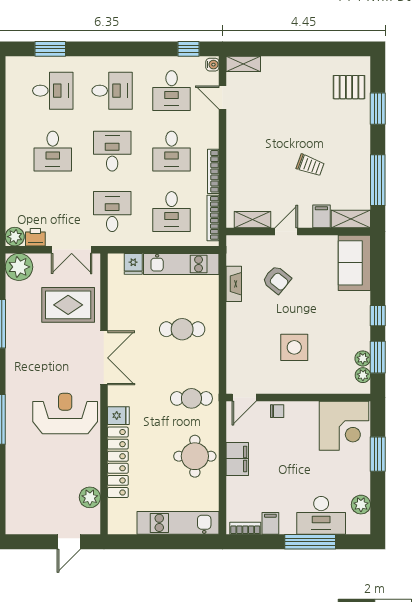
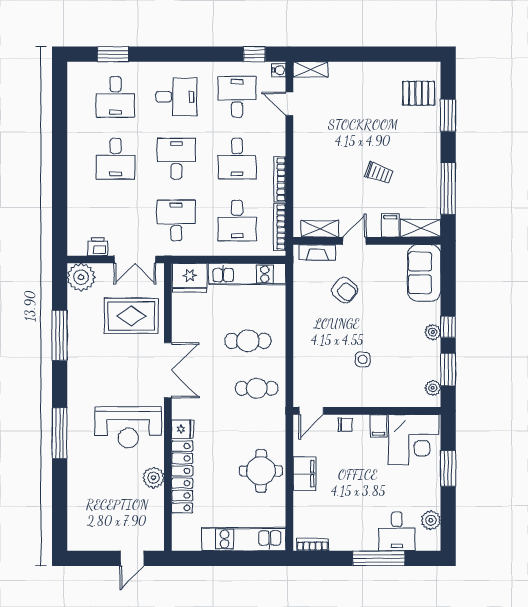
desk: (53, 91) -> (116, 97), turned 90
desk: (172, 91) -> (237, 97), turned 180
plant: (15, 237) -> (77, 246), removed
fridge: (133, 264) -> (190, 278), width x1.88, depth x1.34
fireplace: (234, 284) -> (317, 252), moved, turned 90
side table: (294, 347) -> (363, 359), width x0.54, depth x0.54
plant: (363, 358) -> (433, 332), moved
cafe table: (191, 398) -> (257, 388), moved
reception desk: (65, 414) -> (128, 427), turned 180
plant: (90, 497) -> (153, 478), moved
desk: (321, 515) -> (397, 531), width x0.73
filing cabinet: (270, 523) -> (378, 426), moved, turned 180

